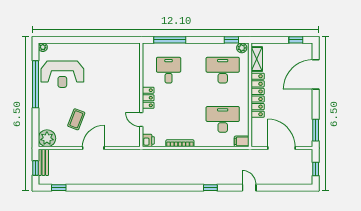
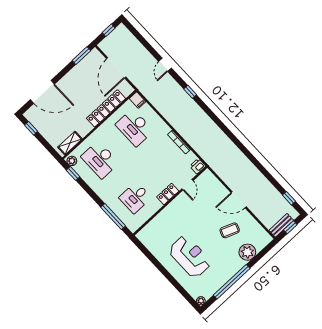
reception desk: (62, 74) -> (190, 257), moved
locker: (258, 95) -> (106, 108), moved
plant: (47, 138) -> (247, 252), moved

